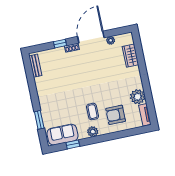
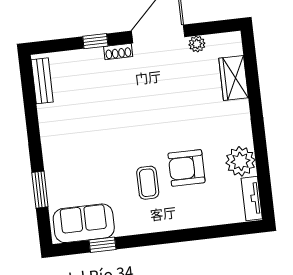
armchair: (116, 115) -> (187, 168), moved
plant: (93, 132) -> (145, 223), removed

